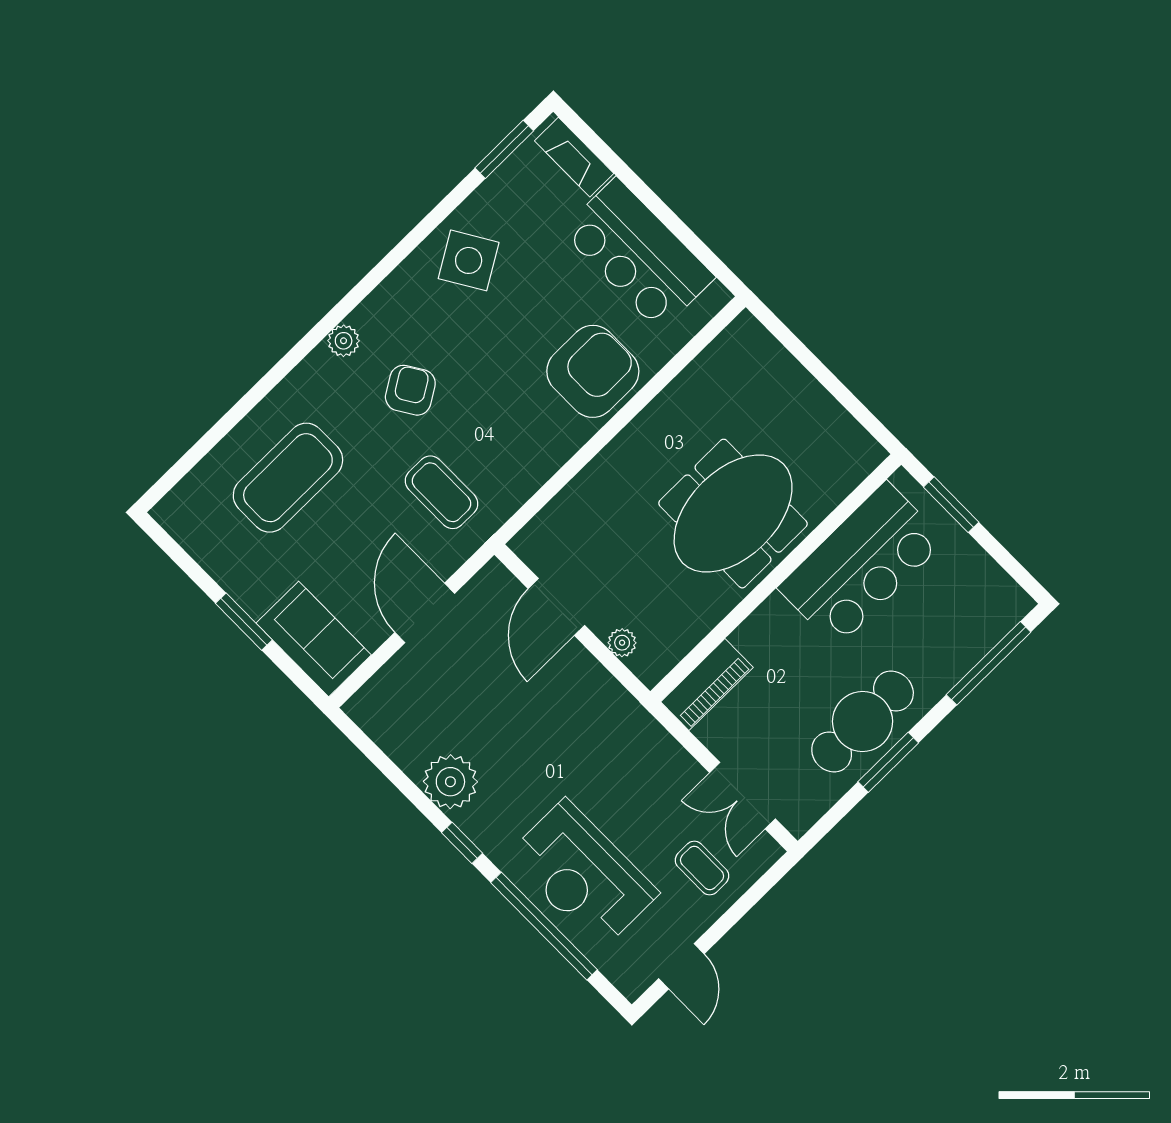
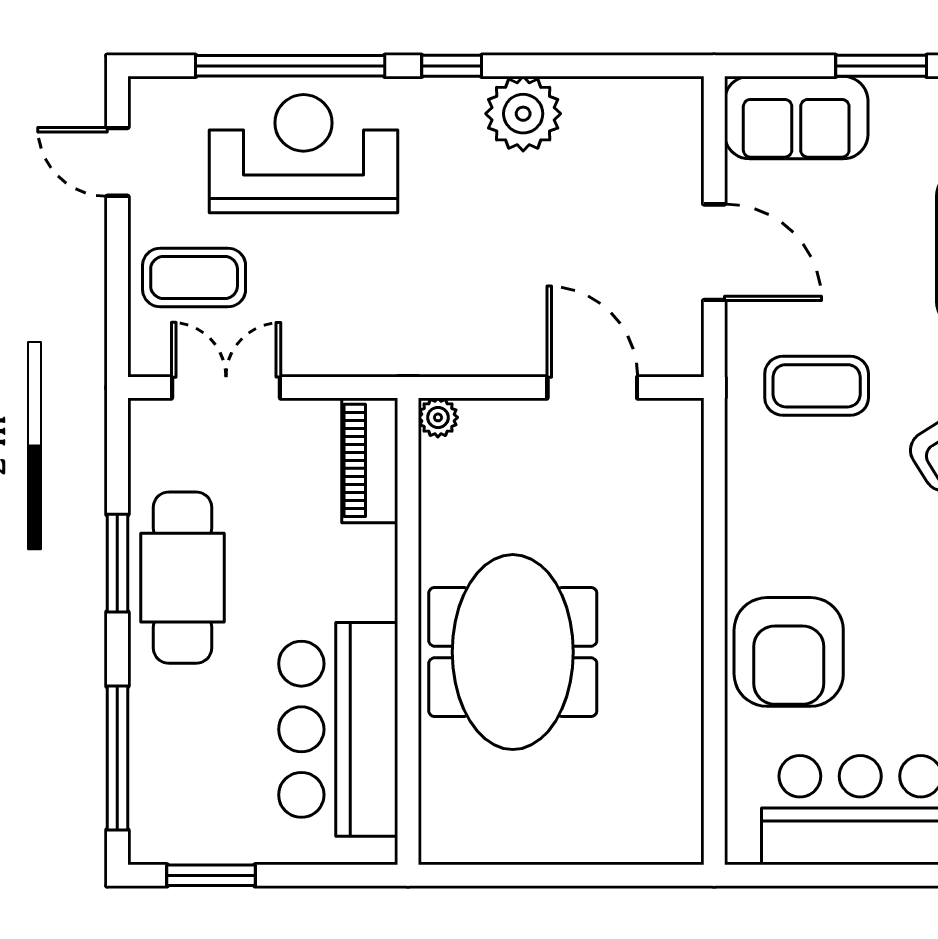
window: (951, 505) -> (211, 875), moved
plant: (622, 643) -> (438, 417), moved
coffee table: (702, 868) -> (194, 277), width x1.36, depth x1.30

